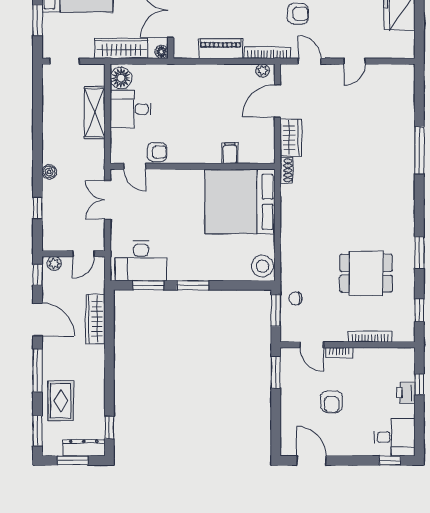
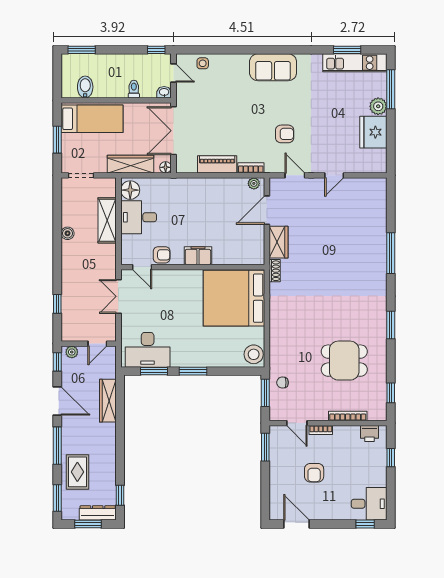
bookcase: (267, 53) -> (251, 168), width x0.64
filing cabinet: (230, 153) -> (198, 256), moved, width x2.00
boiler: (49, 172) -> (68, 233), moved
window: (419, 253) -> (391, 325), moved
printer: (406, 393) -> (369, 434), moved, turned -90

